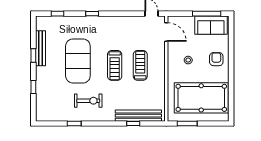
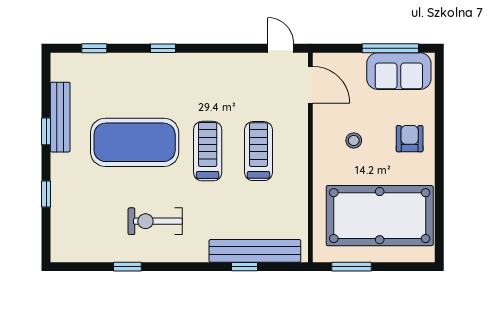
exercise mat: (78, 61) -> (135, 142), turned 90
treadmill: (115, 65) -> (208, 151), turned 180
exercise bike: (88, 101) -> (155, 221), turned 180

